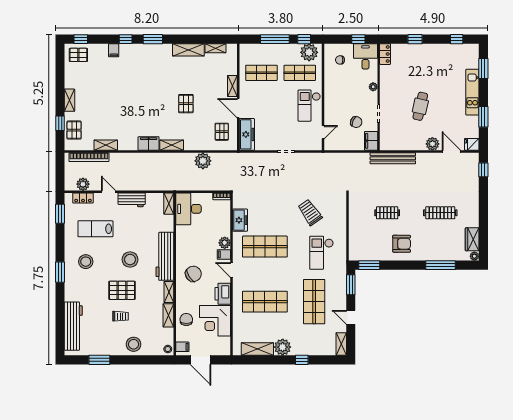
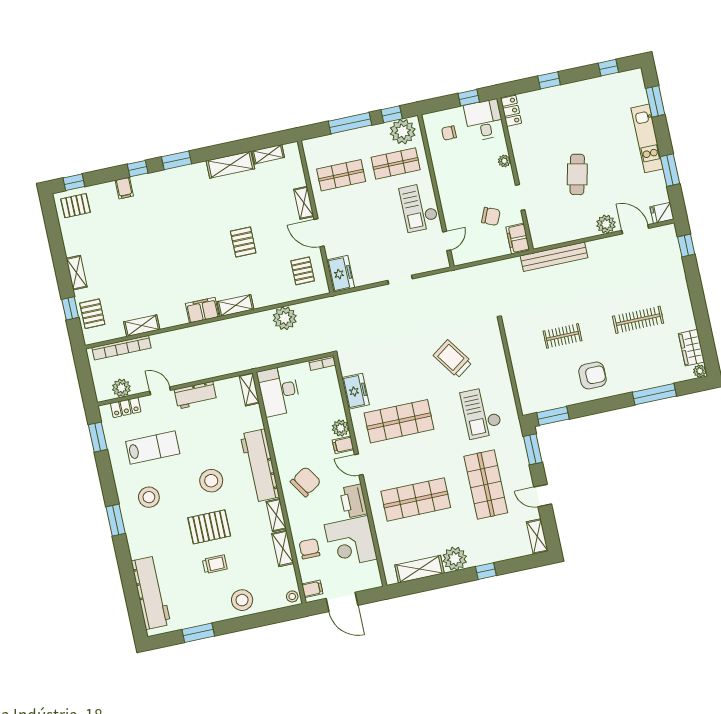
freezer: (247, 134) -> (341, 274), width x0.71
lab bench: (95, 229) -> (153, 448), turned 180

